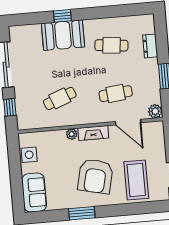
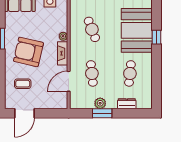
booth: (63, 35) -> (137, 30), width x1.36, depth x1.42
plant: (155, 111) -> (100, 103), moved
coffee table: (136, 180) -> (23, 84), width x0.54, depth x0.58

